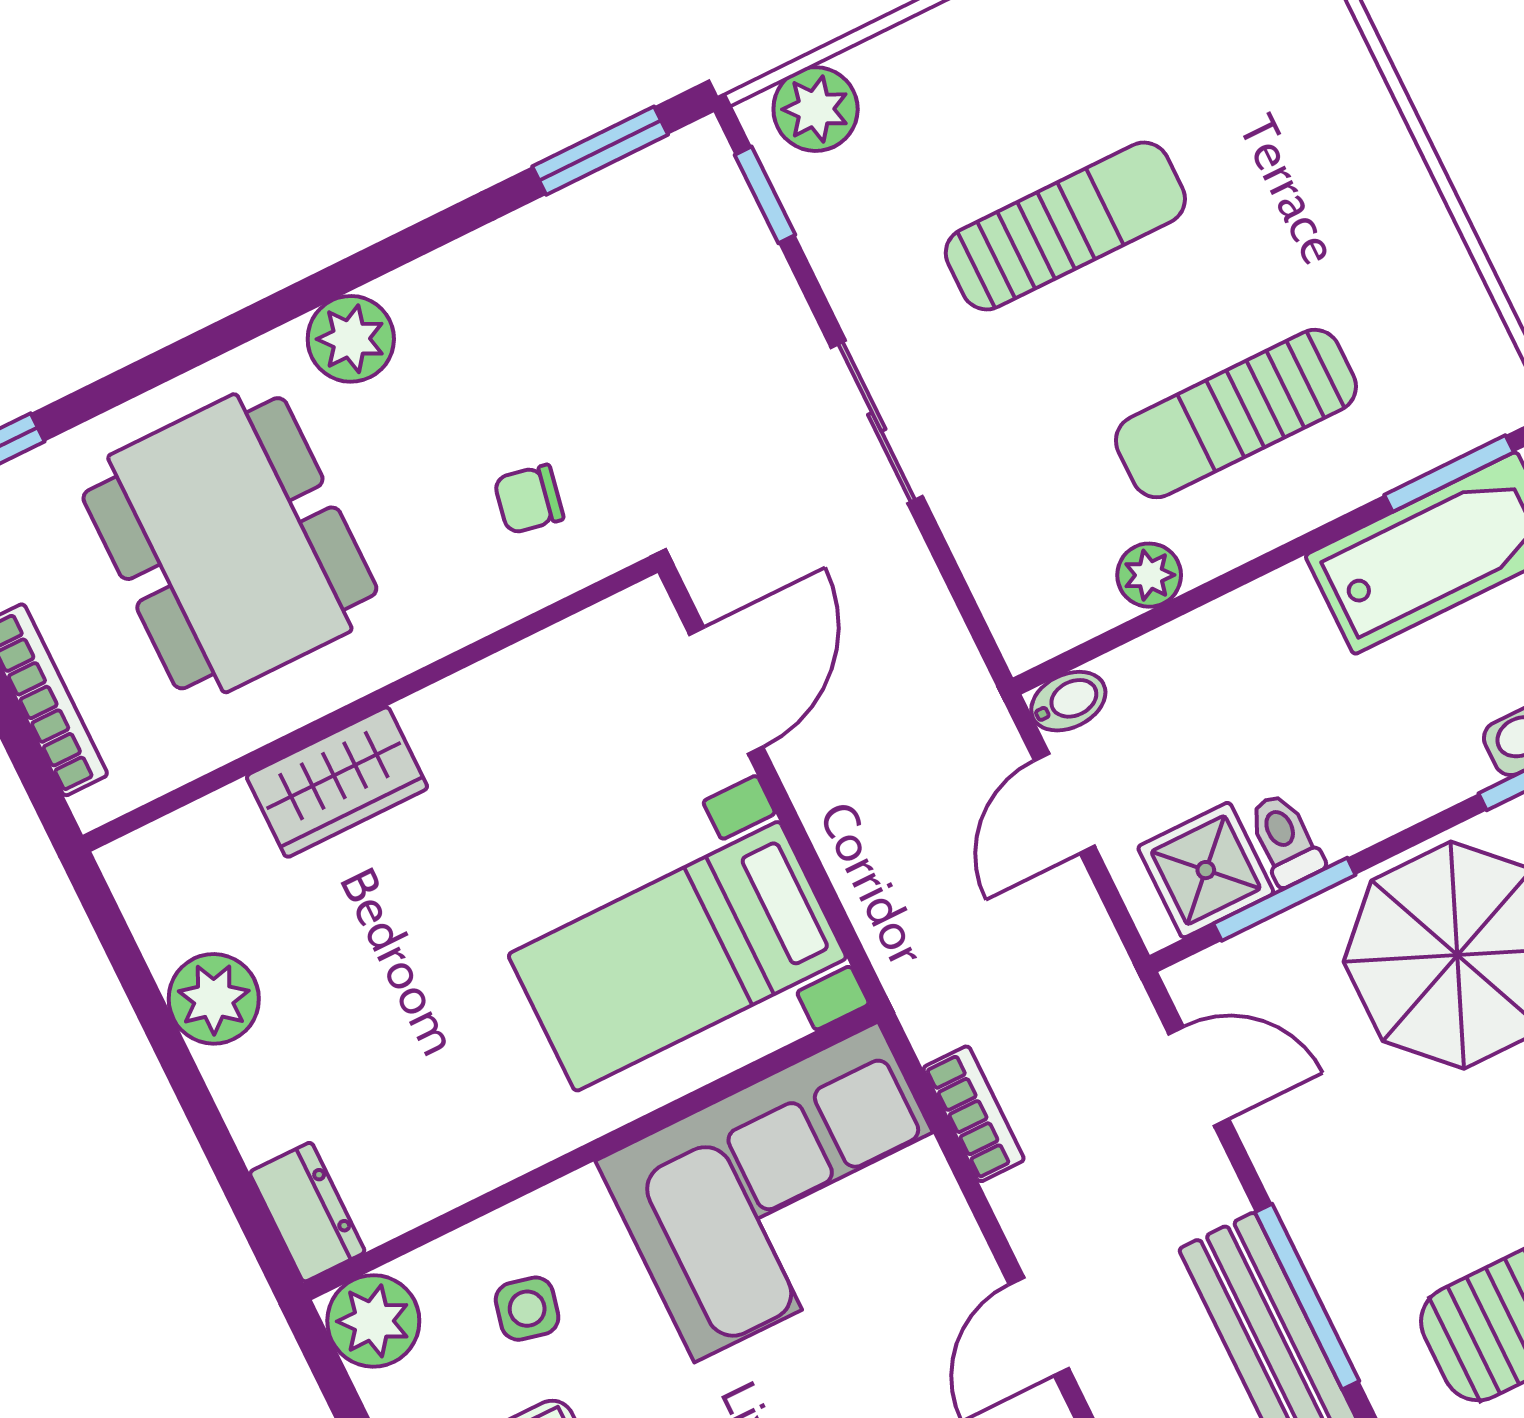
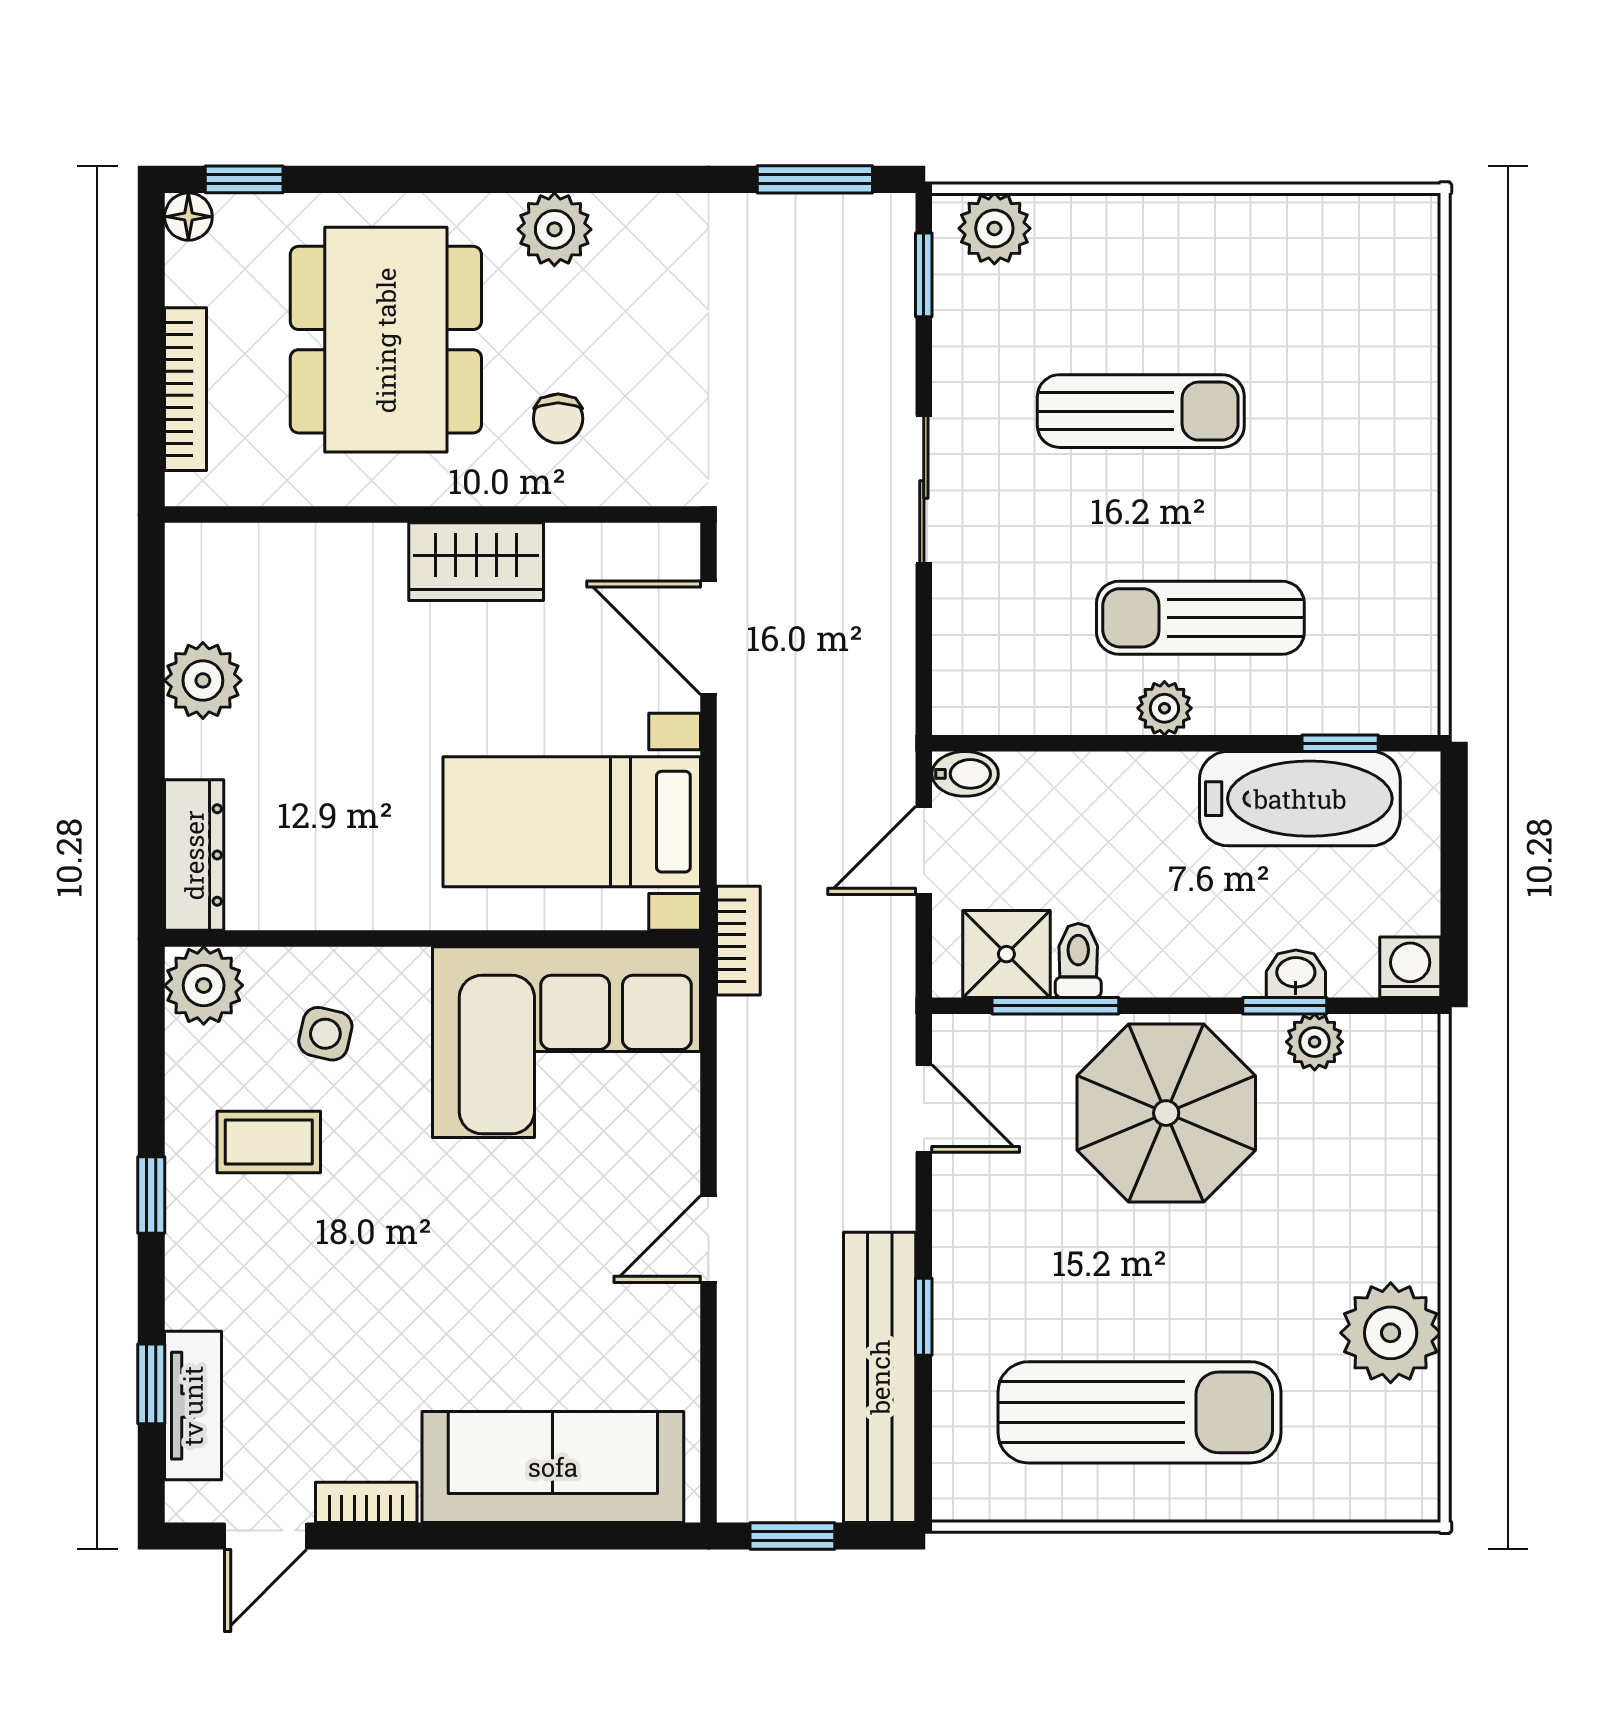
window: (1449, 474) -> (1340, 743), width x0.67
chair: (529, 499) -> (558, 419), moved, turned -101
plant: (1149, 575) -> (1164, 708), moved
door: (726, 691) -> (708, 638), swing flipped
wardrobe: (337, 782) -> (476, 562), moved
bookcase: (974, 1114) -> (738, 941), moved
dresser: (307, 1212) -> (194, 855), width x1.44
window: (1307, 1297) -> (924, 1317), width x0.46

